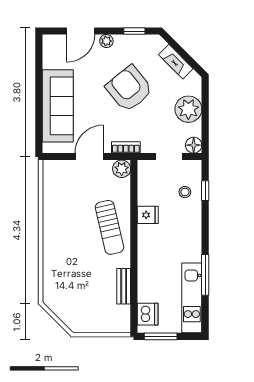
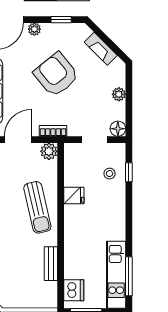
plant: (188, 109) -> (119, 94), width x0.53, depth x0.53
window: (205, 275) -> (129, 276), moved

